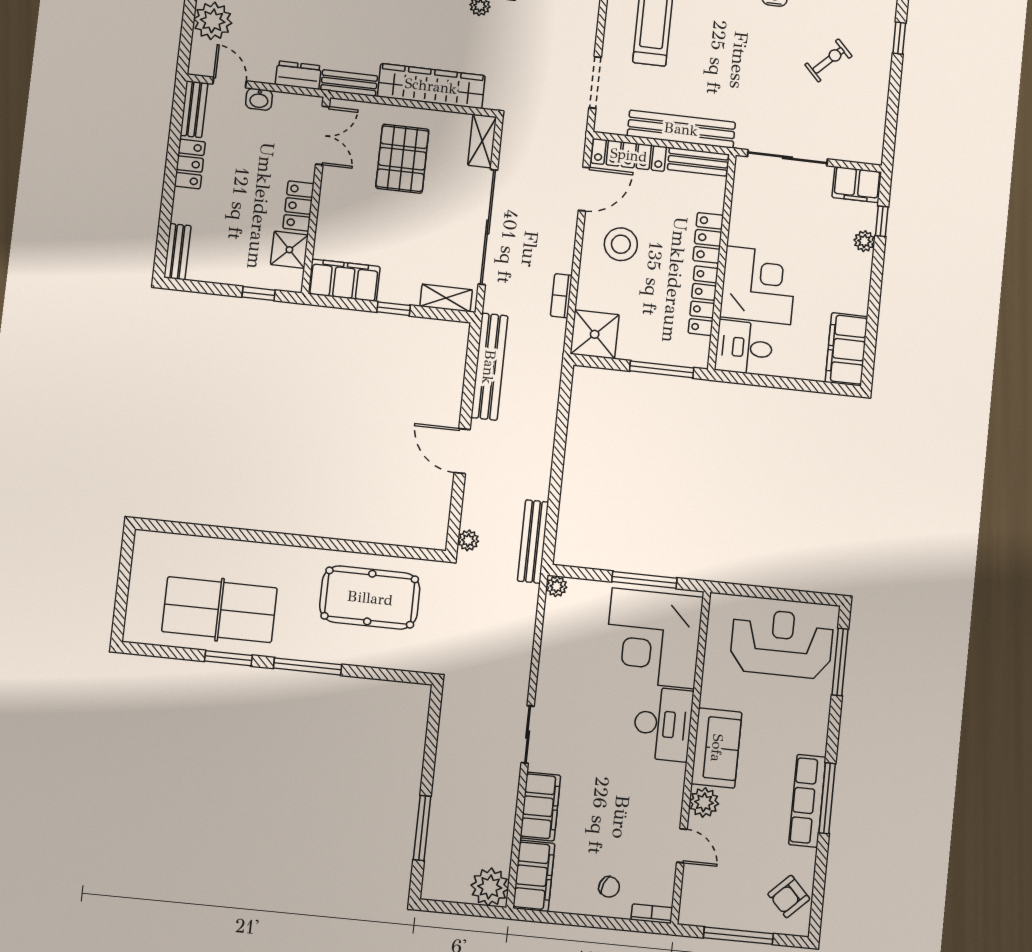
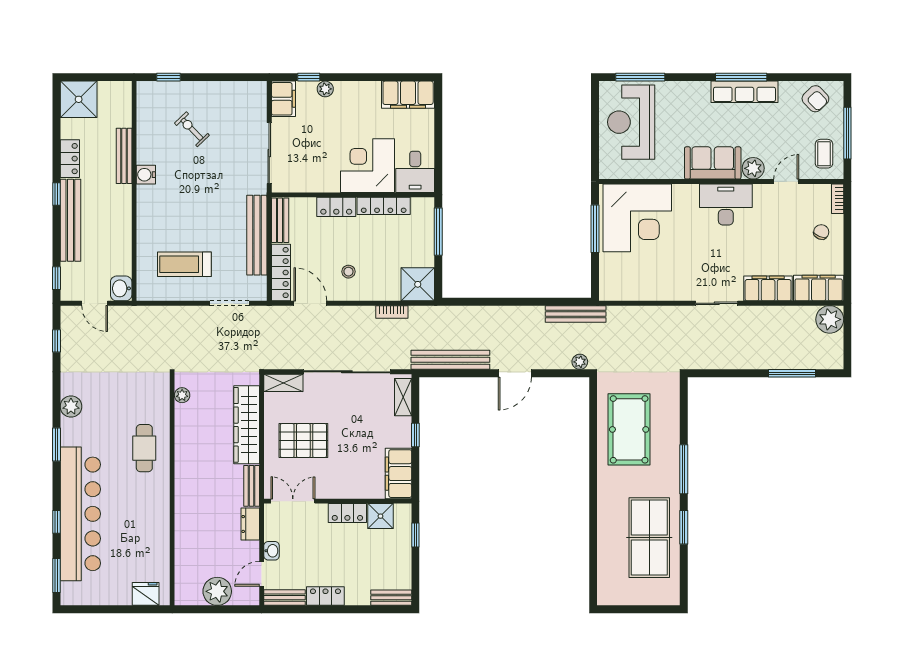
stool: (621, 244) -> (348, 272), width x0.53, depth x0.53
plant: (557, 586) -> (607, 293), removed
desk: (663, 724) -> (726, 204), moved
coffee table: (714, 901) -> (824, 154), added

